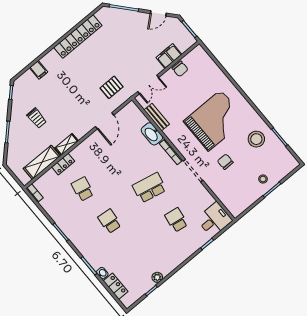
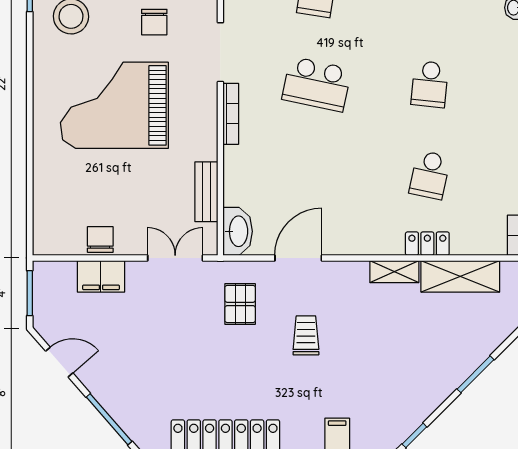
pallet: (112, 87) -> (240, 304), turned 90
trolley: (37, 118) -> (306, 335), moved
washbasin: (152, 134) -> (238, 231), moved

